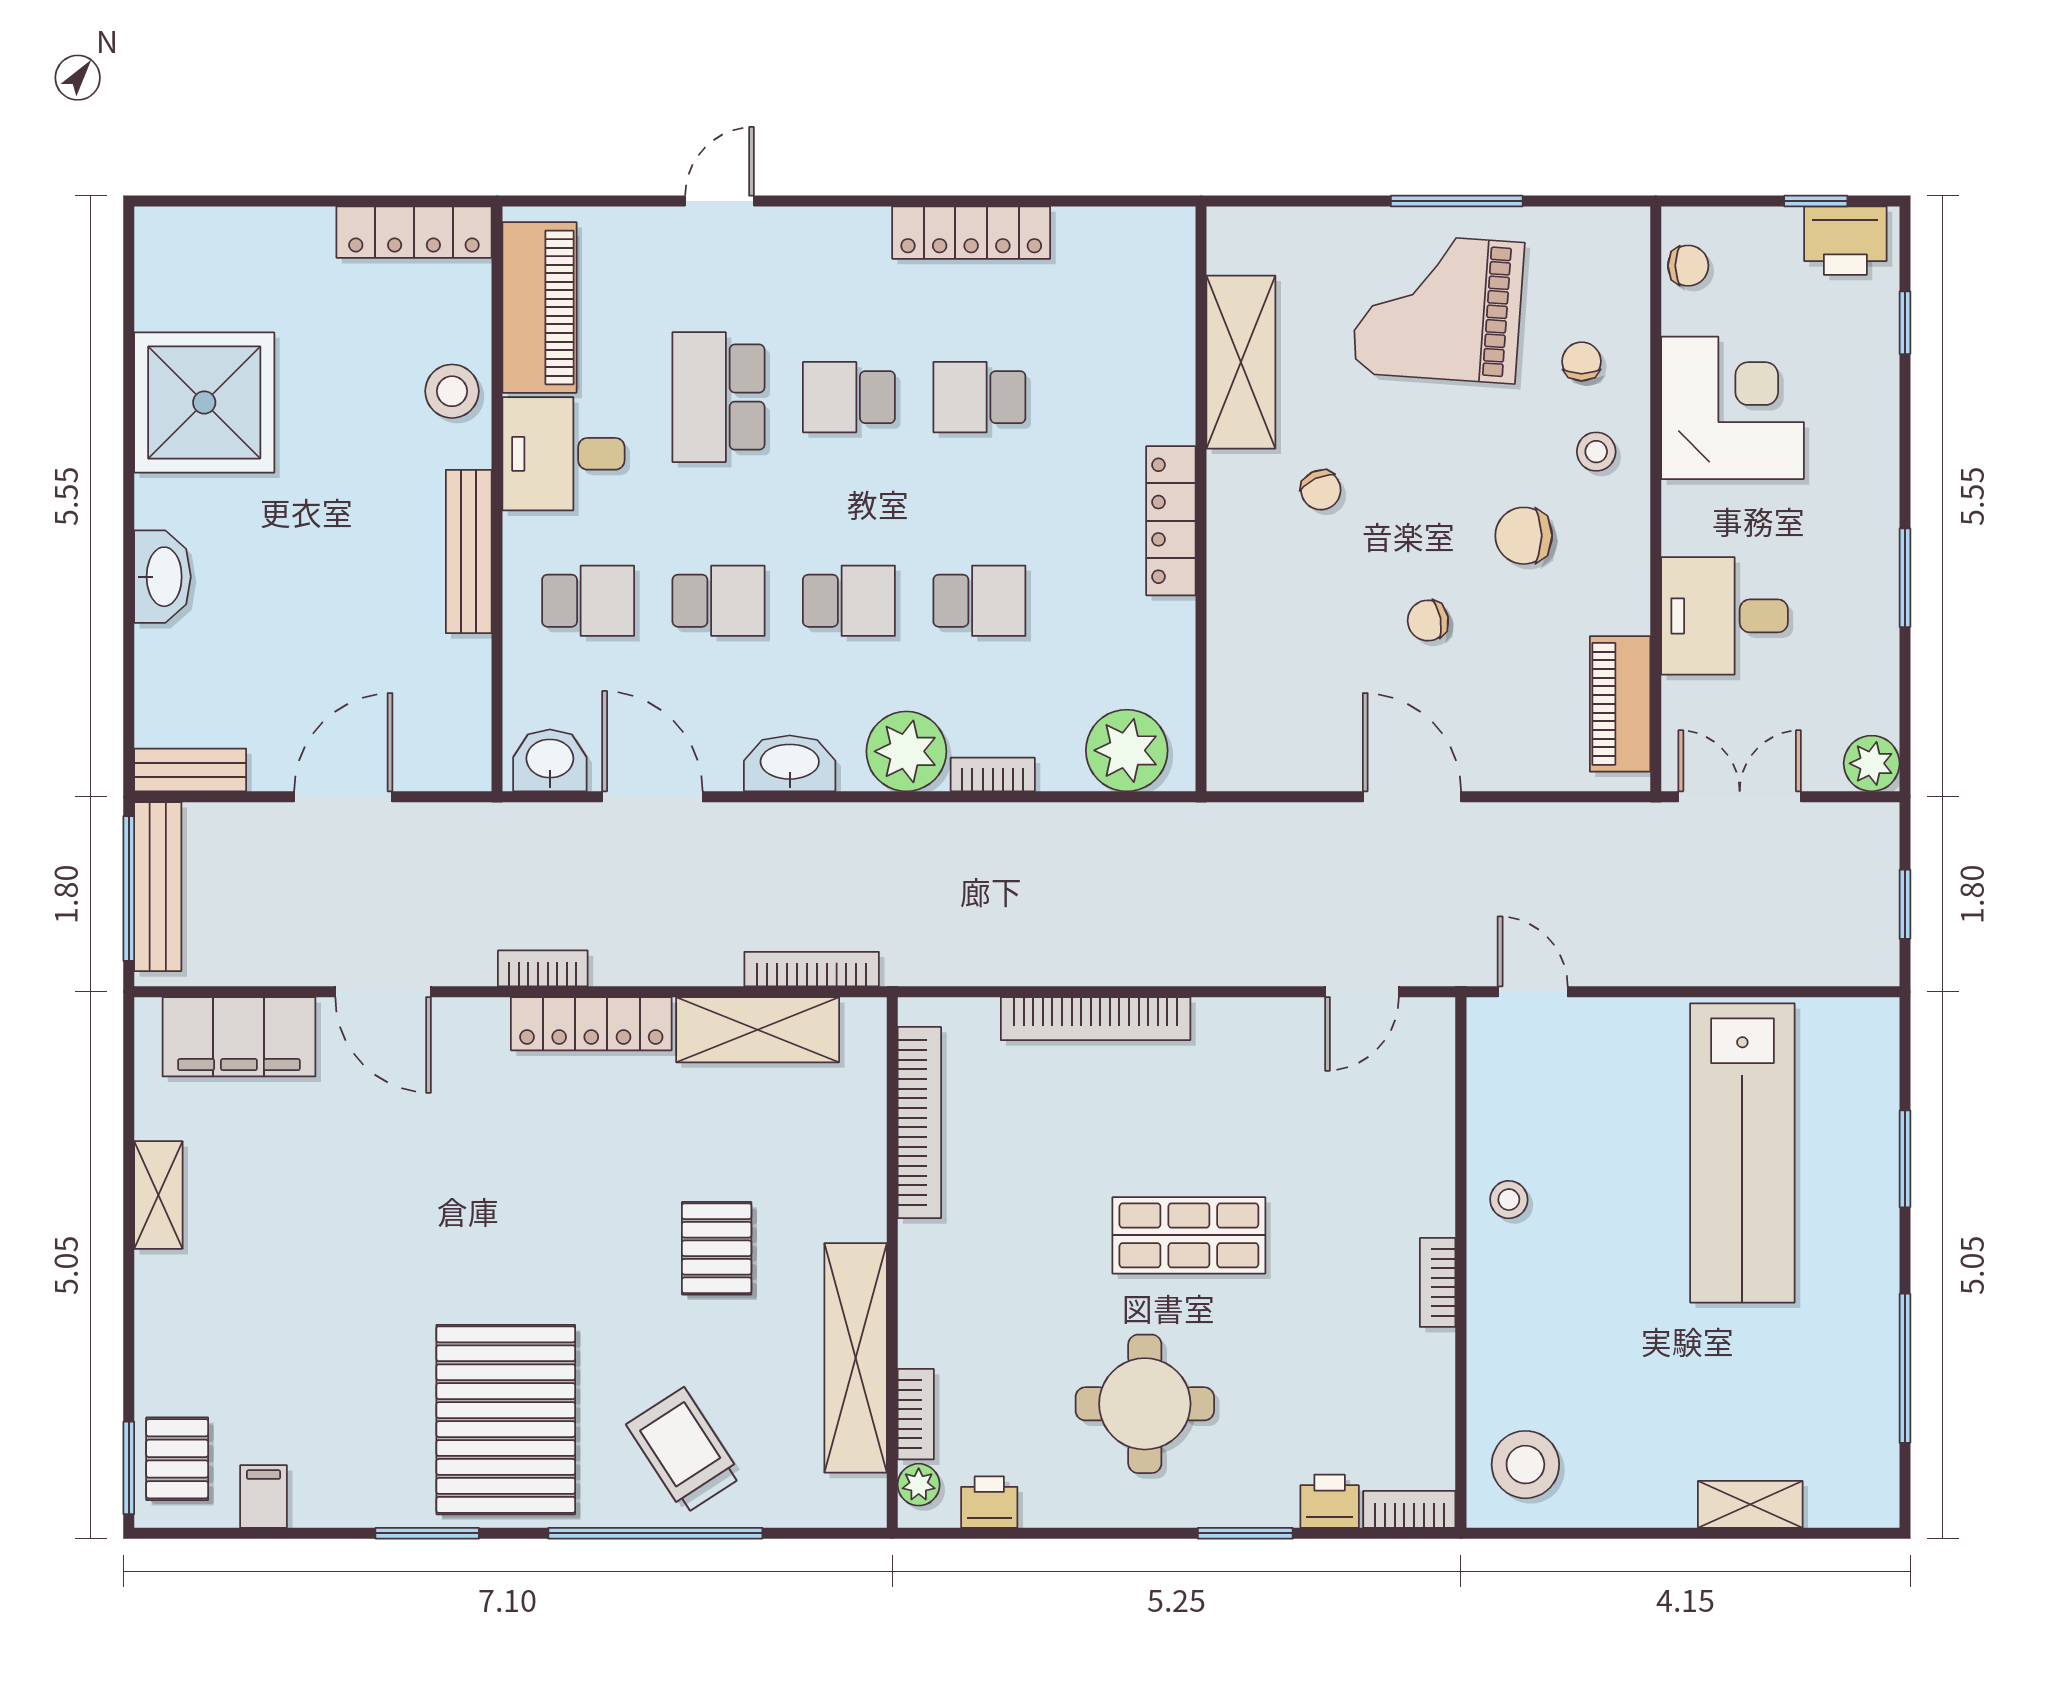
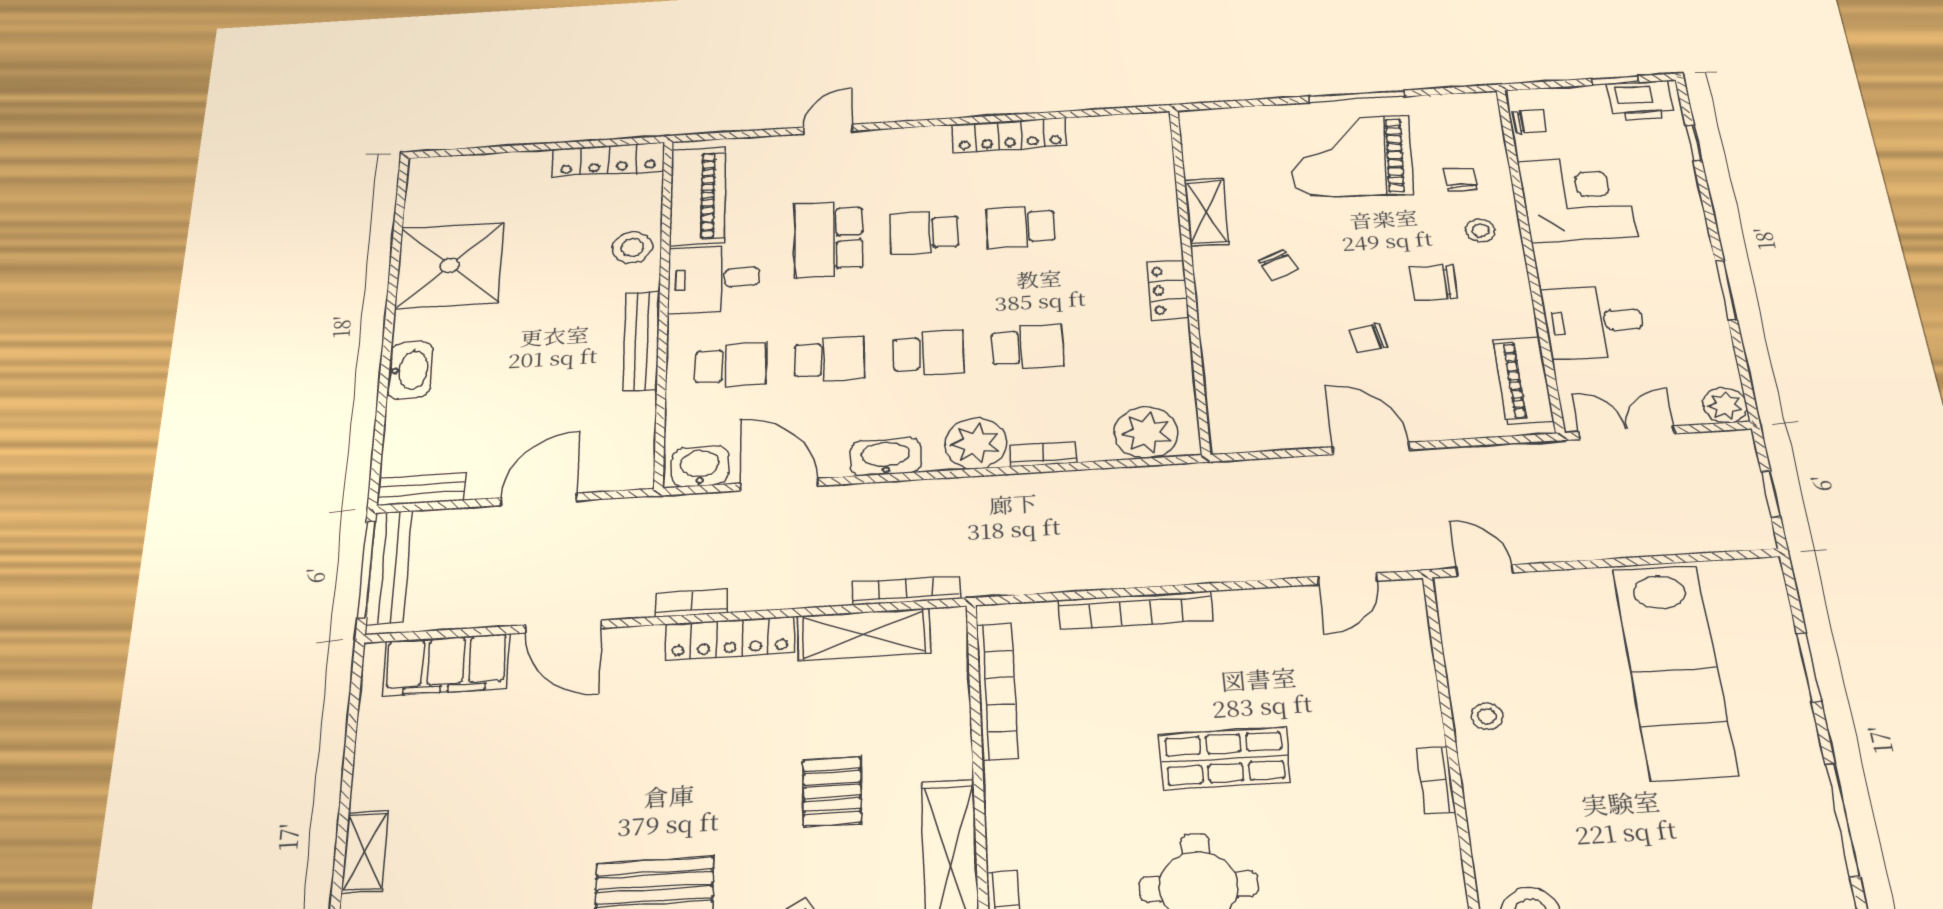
shelving: (1241, 362) -> (1206, 212), width x0.67, depth x0.75
locker: (1171, 521) -> (1168, 290), width x0.66
shelving: (158, 1195) -> (365, 852), moved

